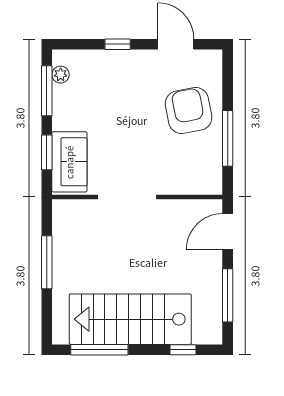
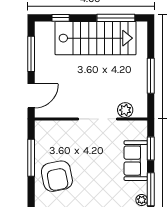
sofa: (69, 162) -> (136, 161), moved
plant: (85, 210) -> (125, 110), added

